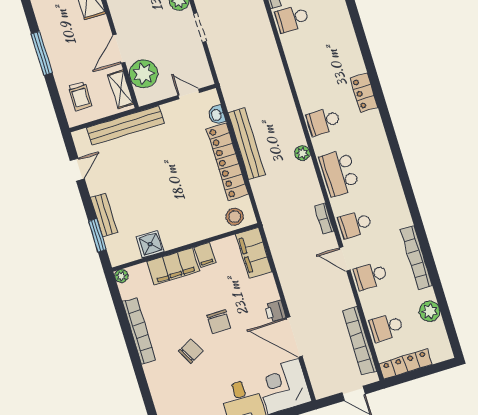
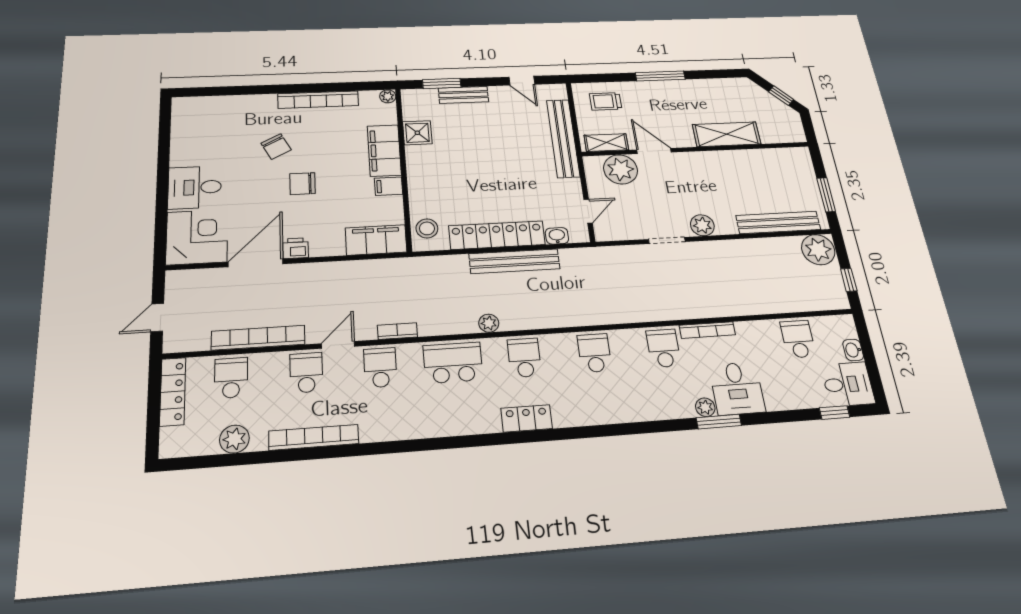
school desk: (308, 70) -> (595, 353), added
locker: (364, 93) -> (527, 418), moved
bookcase: (360, 341) -> (258, 338), moved

